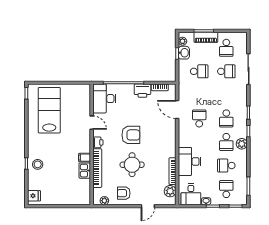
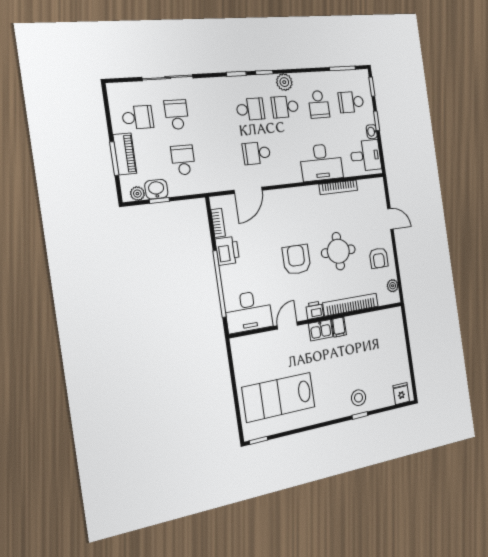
school desk: (226, 142) -> (285, 107), turned 180
kitchen sink: (85, 171) -> (321, 330), moved
plant: (170, 191) -> (366, 188), removed

